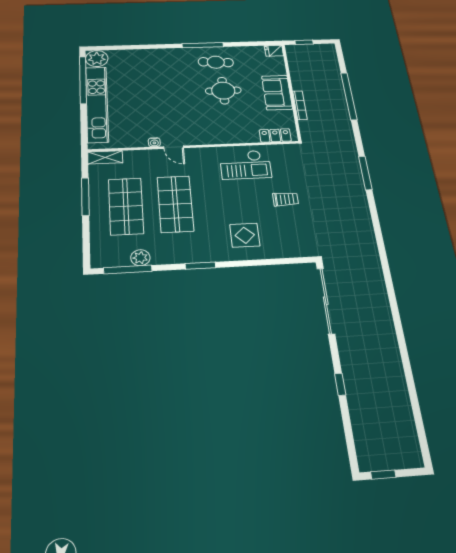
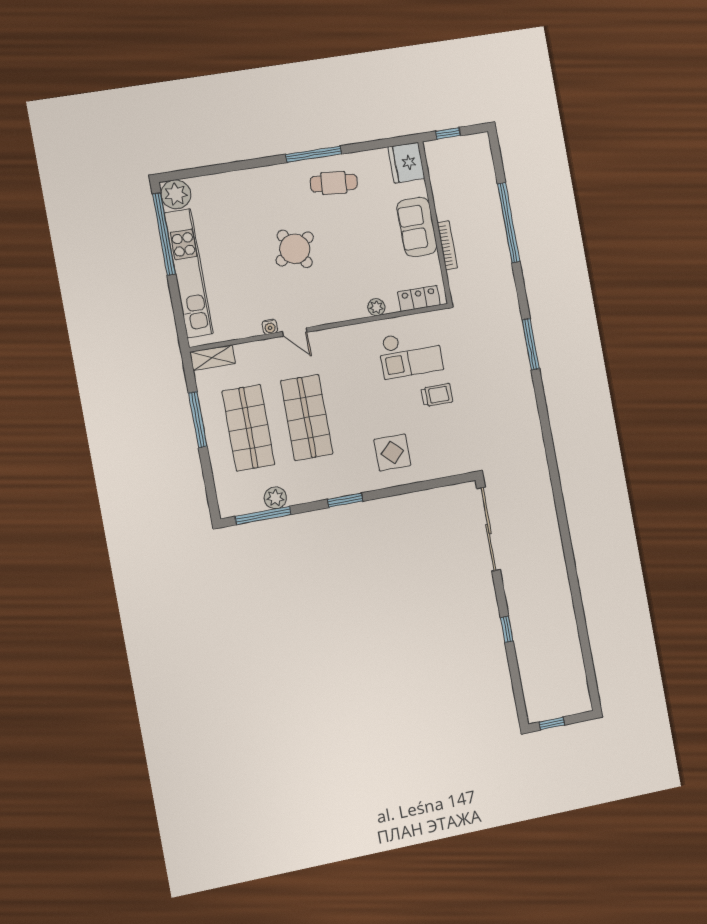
fridge: (274, 51) -> (406, 163), width x1.88, depth x1.34
round table: (223, 91) -> (295, 249), moved, turned -32
plant: (241, 138) -> (376, 307), added
checkout: (245, 165) -> (411, 354), moved

